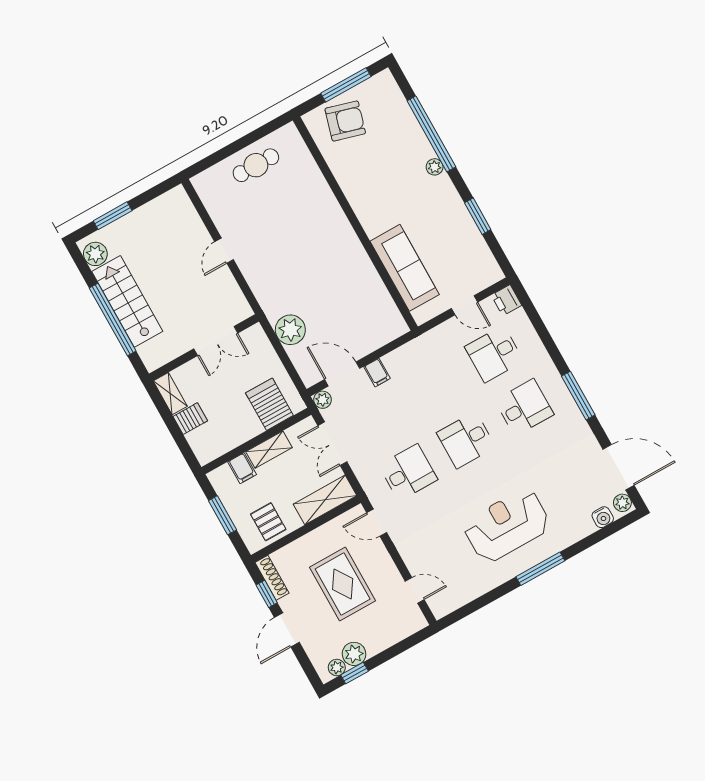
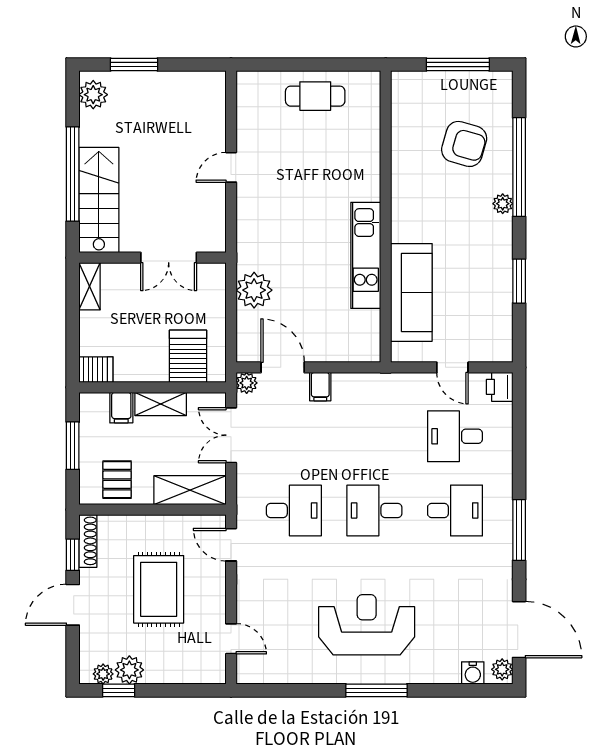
armchair: (345, 121) -> (464, 144), moved
kitchen unit: (357, 260) -> (366, 255), added
stairs: (127, 301) -> (99, 200), moved
server rack: (190, 419) -> (96, 370), moved

